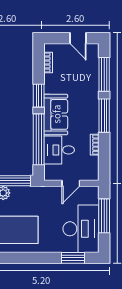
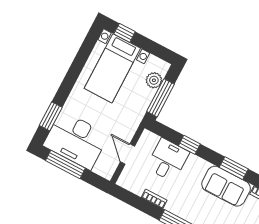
sofa: (56, 114) -> (226, 186), moved
window: (39, 139) -> (189, 145), width x0.32
window: (104, 216) -> (65, 164), moved

